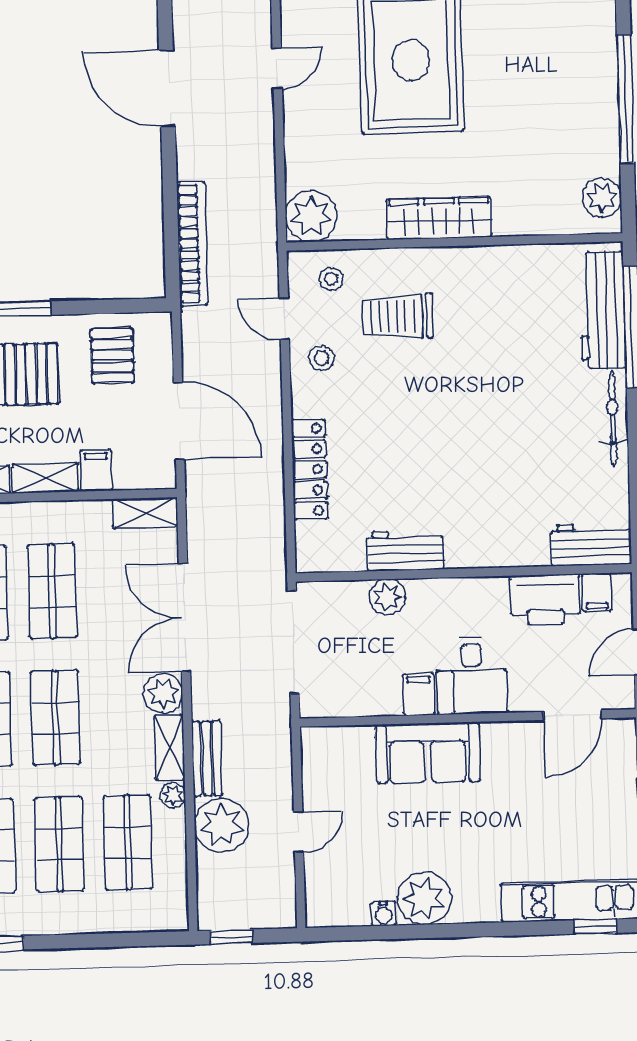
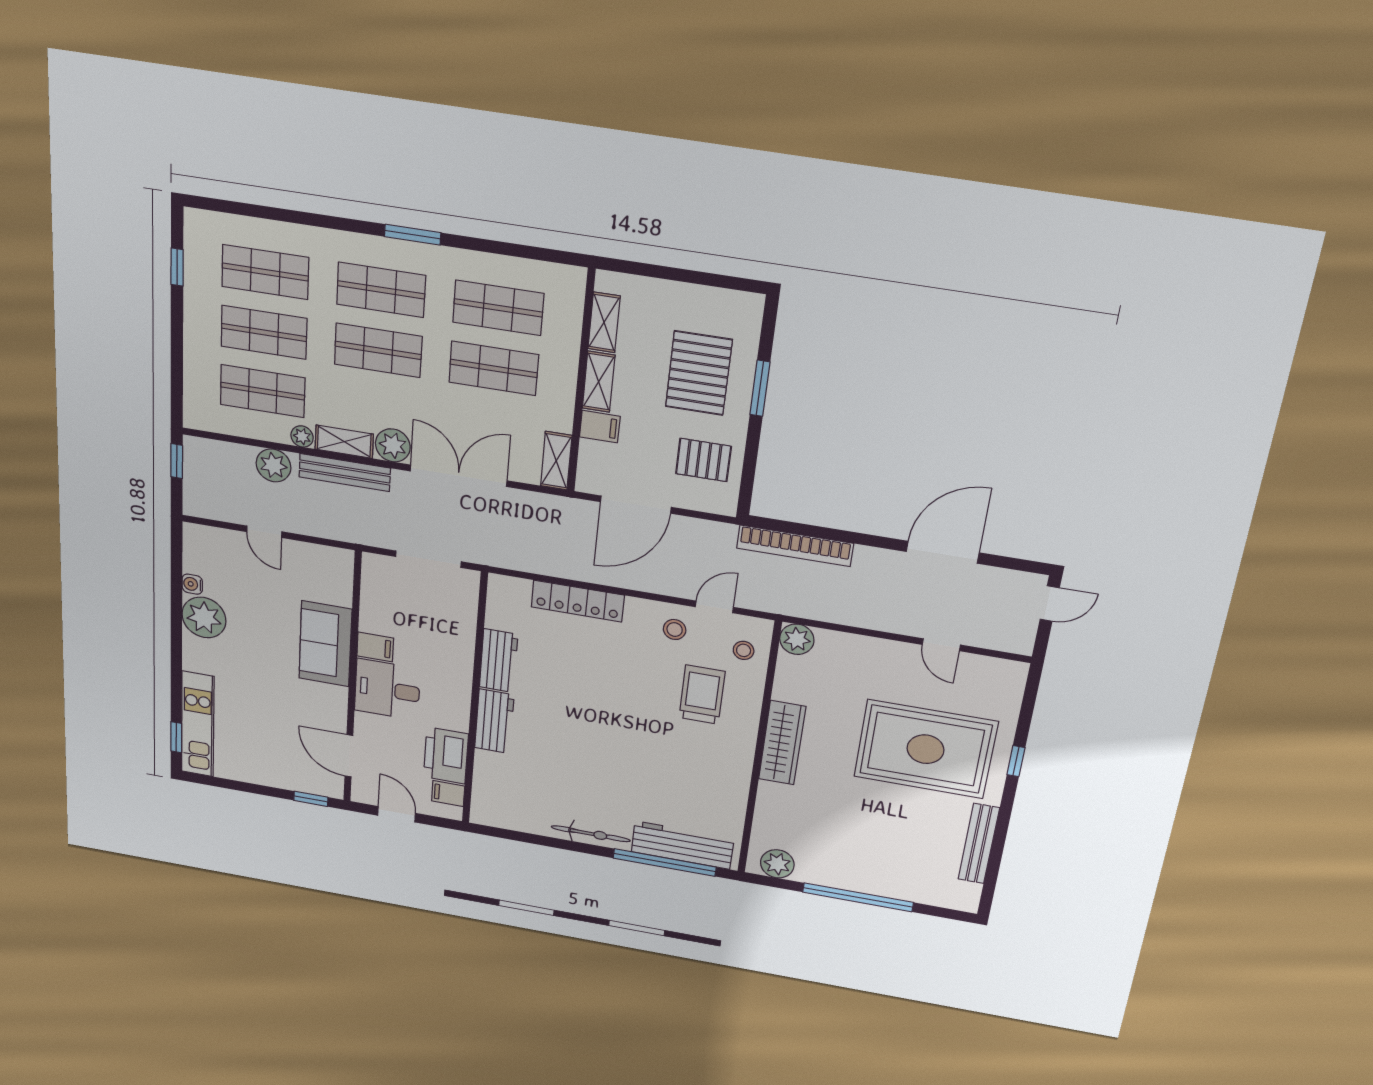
plant: (311, 216) -> (797, 639), width x0.73, depth x0.73
workbench: (591, 545) -> (494, 721), moved
plant: (387, 597) -> (460, 640), removed
doorway: (293, 642) -> (428, 559), width x0.73
bench: (207, 758) -> (345, 473), width x1.36
plant: (221, 825) -> (274, 465), width x0.73, depth x0.73

